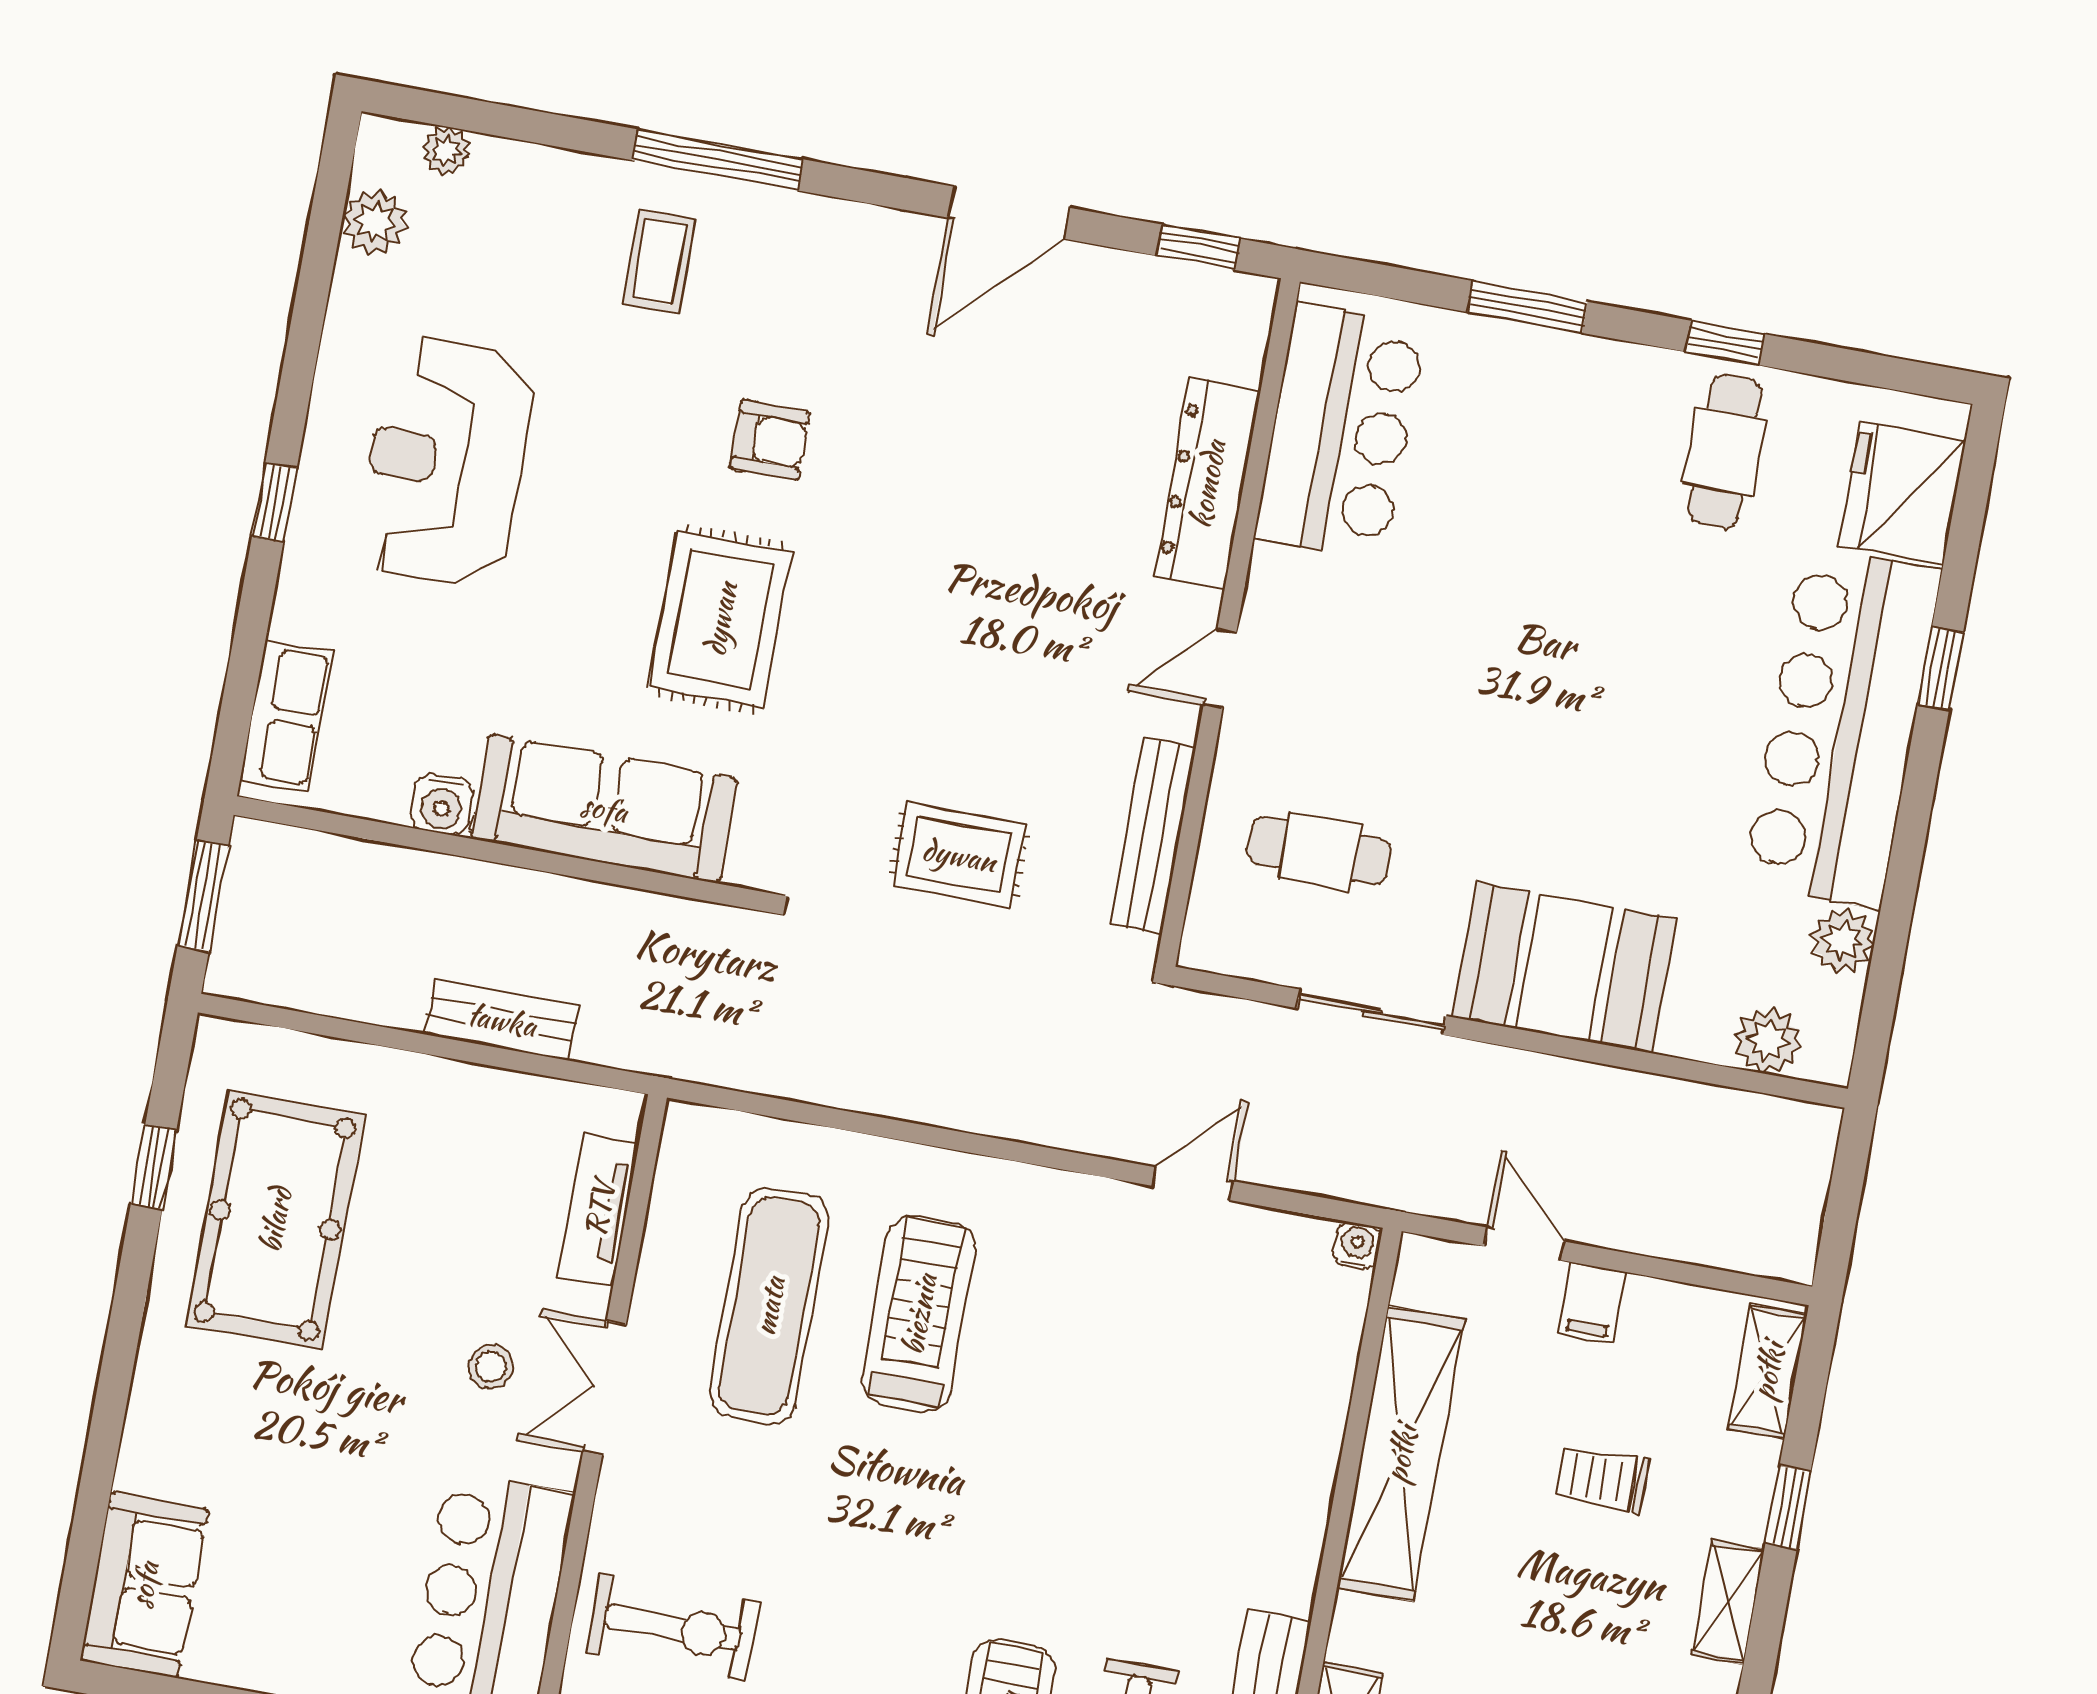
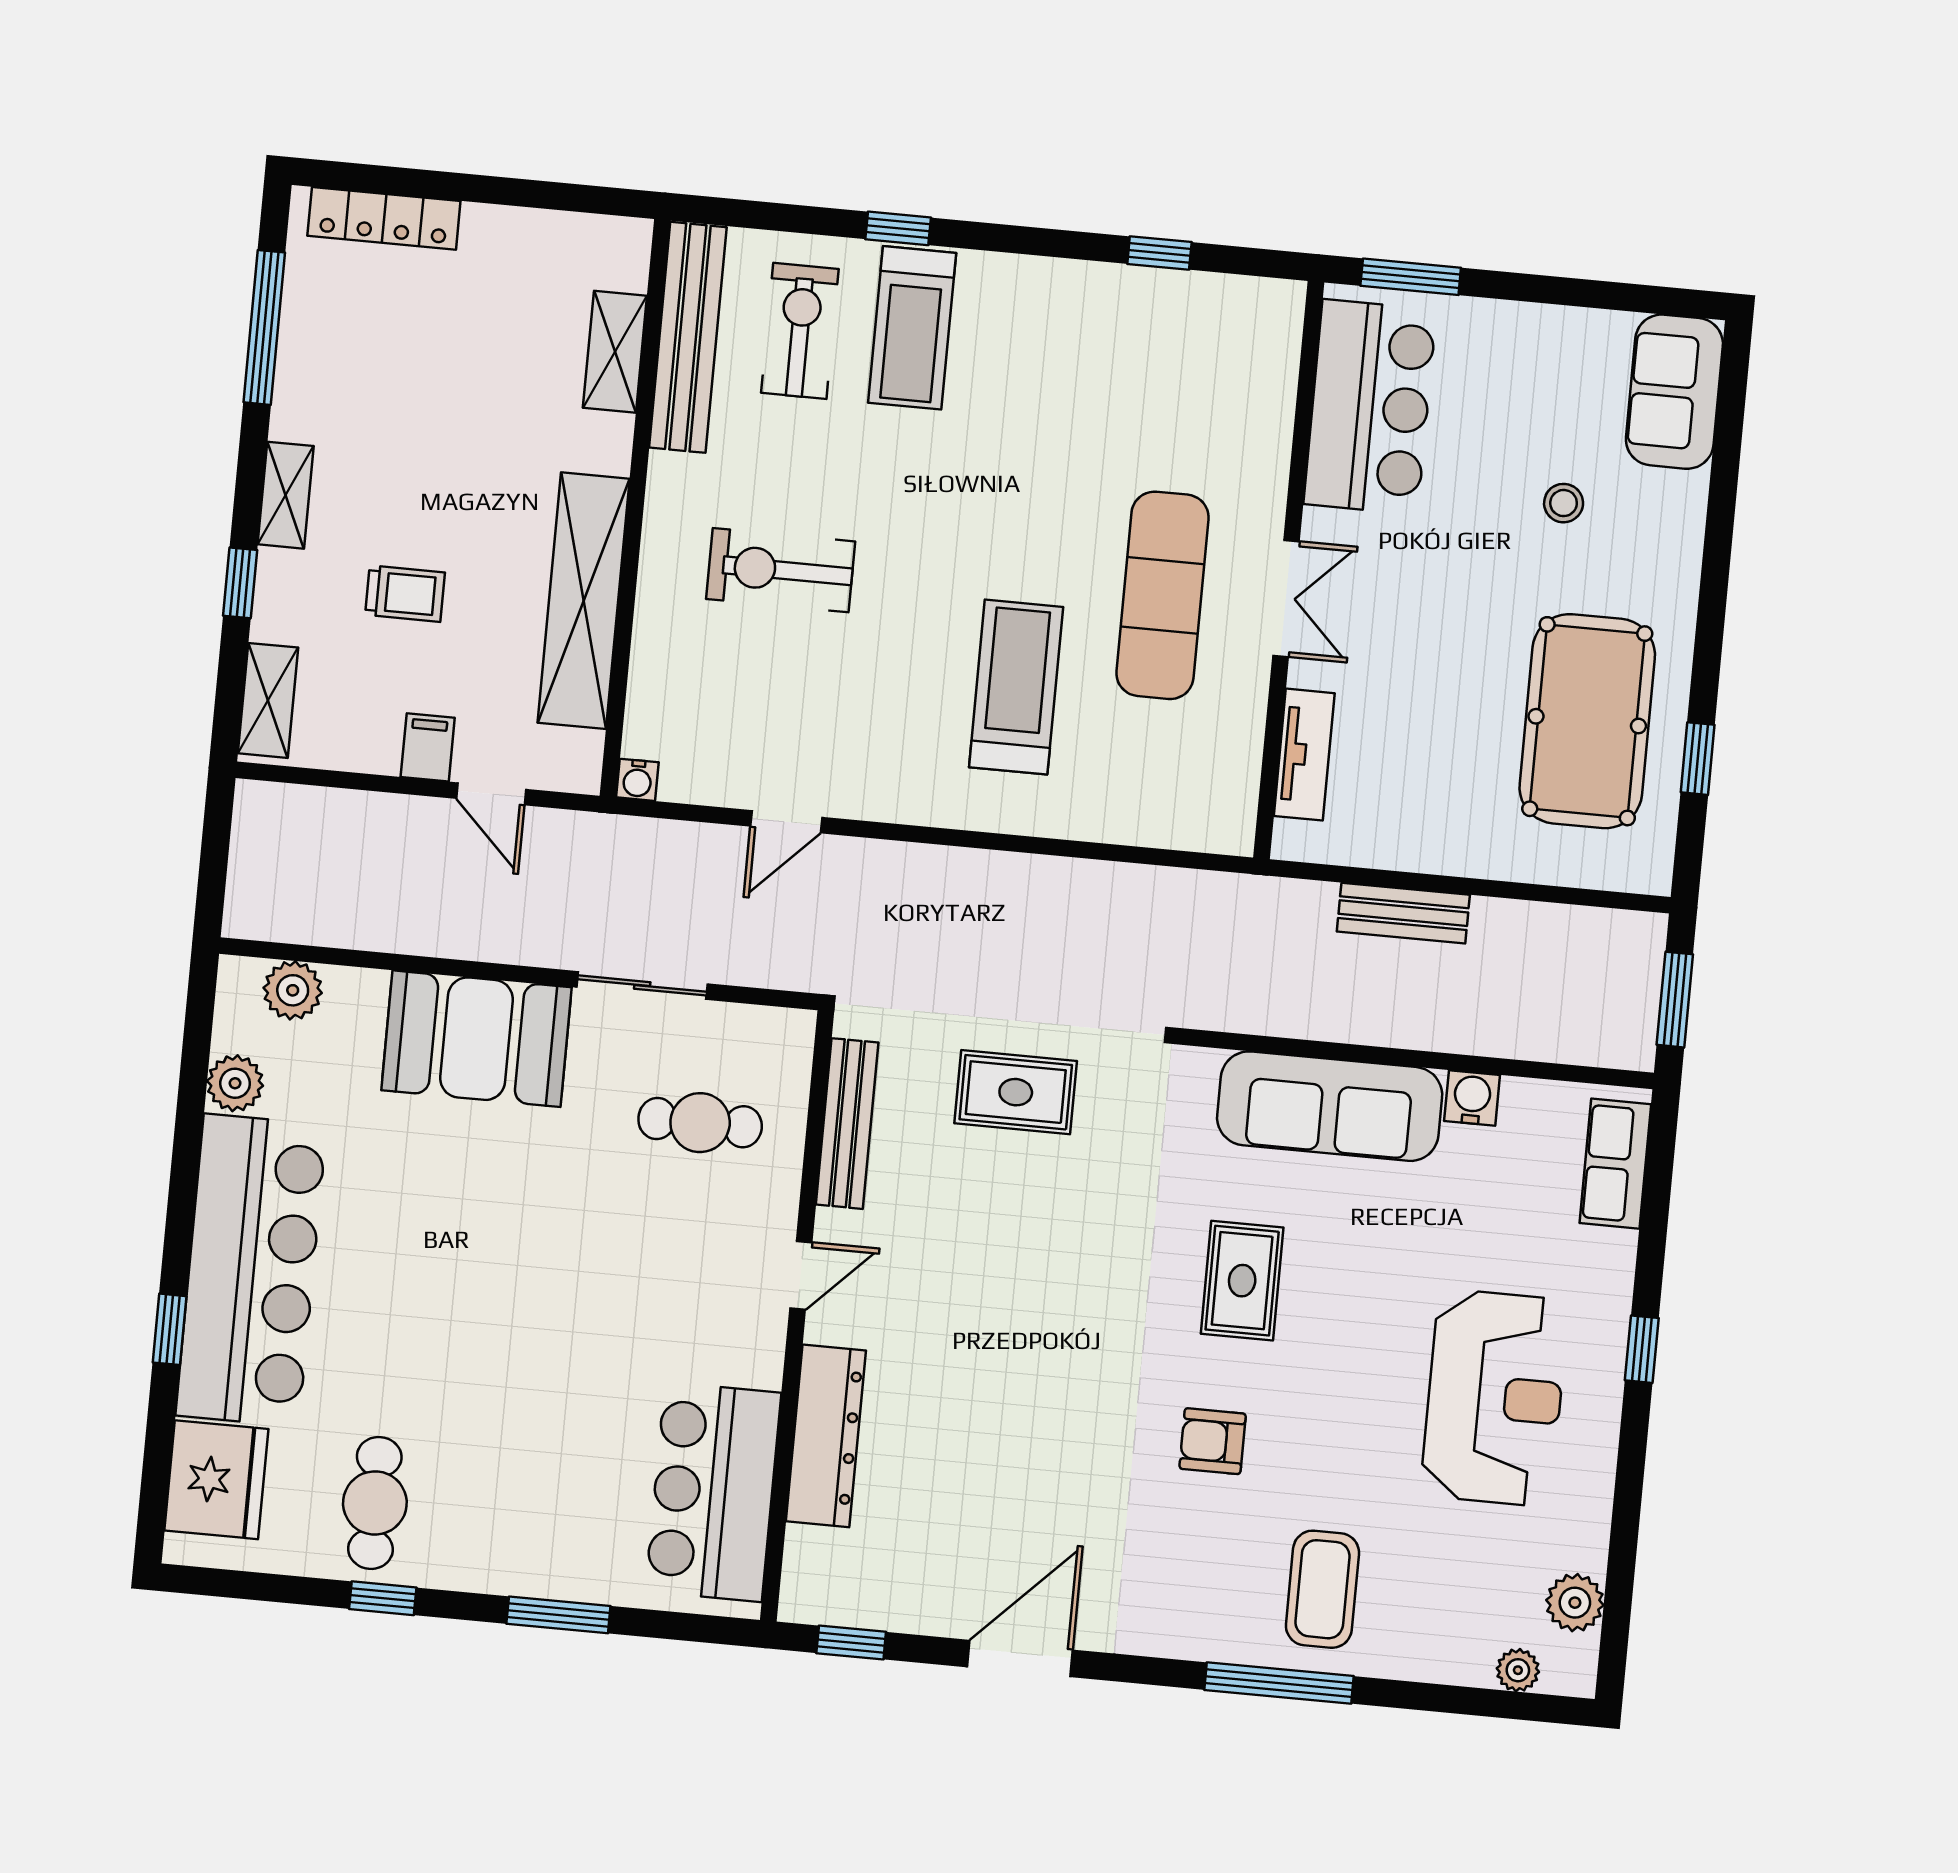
coffee table: (659, 262) -> (1322, 1589), width x1.36, depth x1.30
rug: (720, 619) -> (1242, 1281), width x0.73, depth x0.70
exercise mat: (769, 1306) -> (1162, 595), moved
treadmill: (919, 1314) -> (1016, 687), turned 180
stool: (491, 1367) -> (1564, 503), moved
exercise bike: (673, 1627) -> (781, 570), moved

